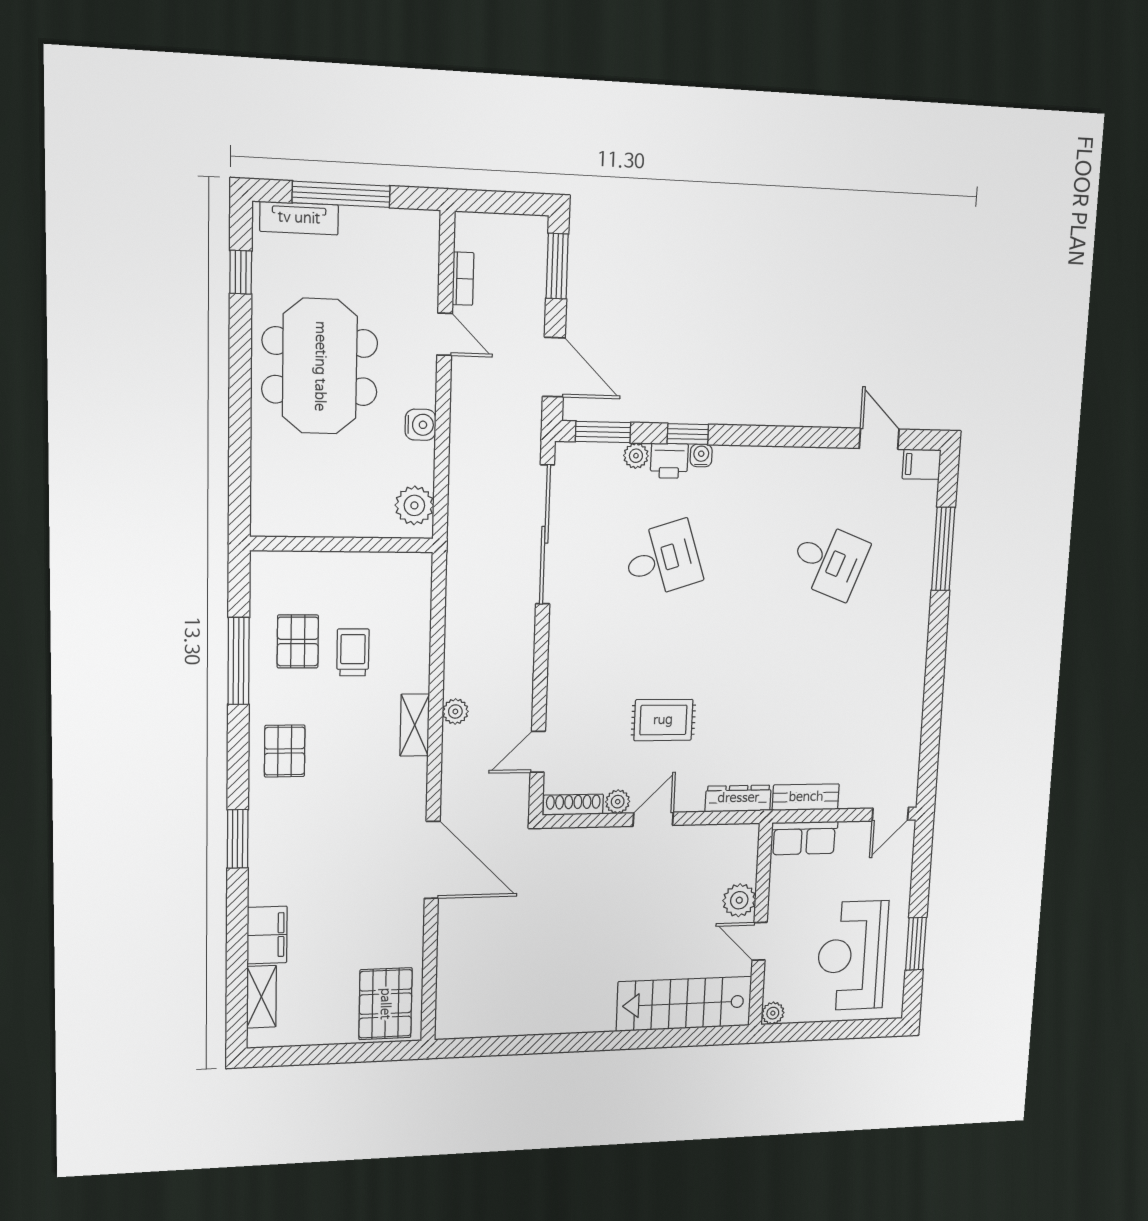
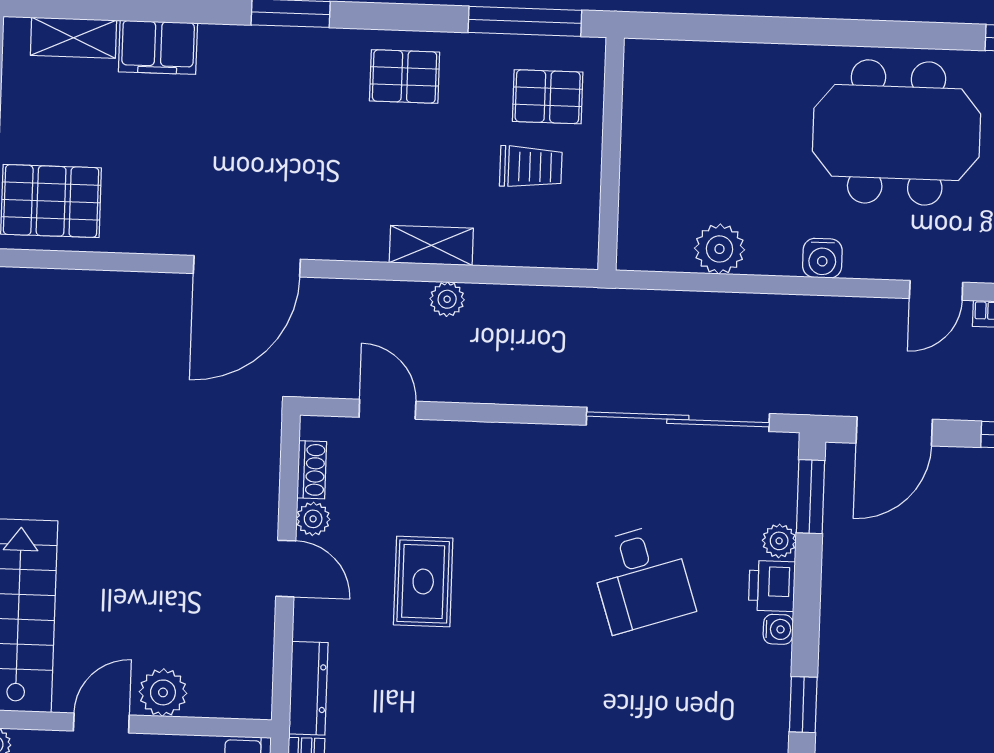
window: (688, 434) -> (803, 705), moved
wall: (342, 544) -> (611, 154), moved
shoe rack: (573, 805) -> (312, 470), width x0.70

